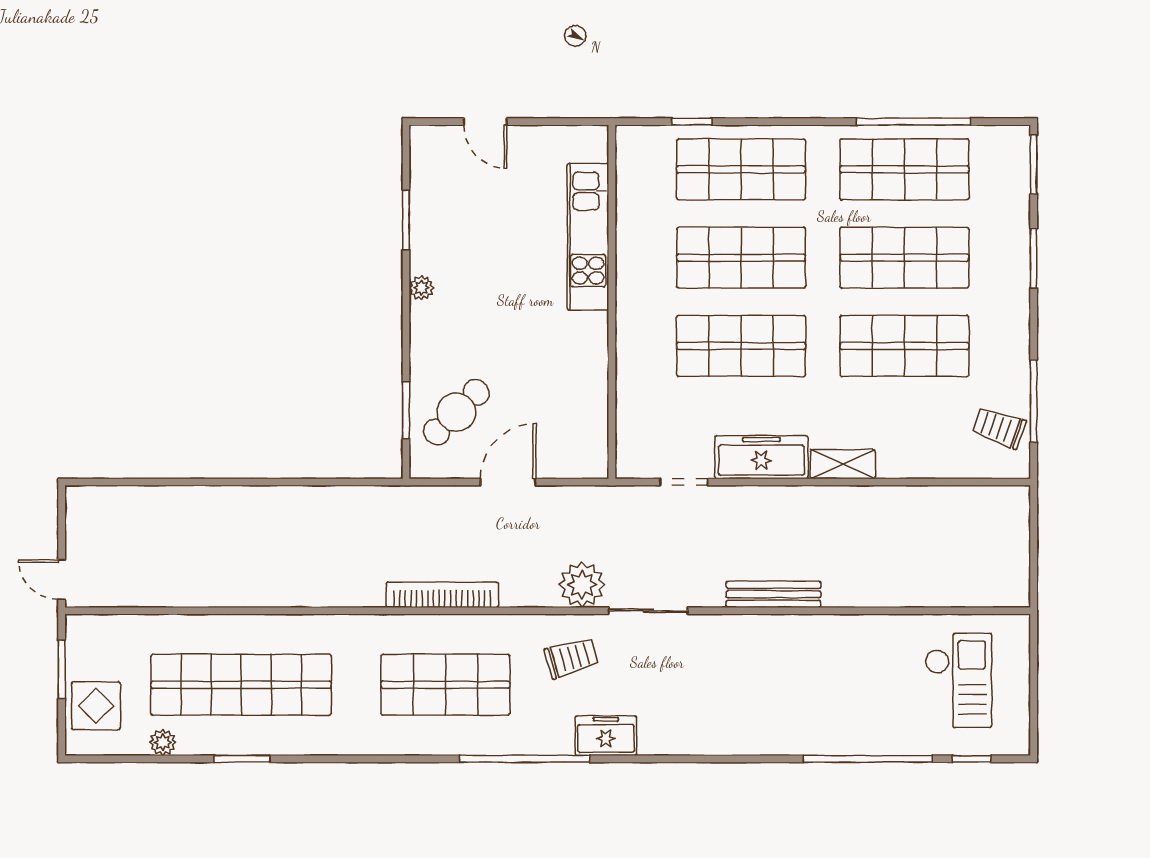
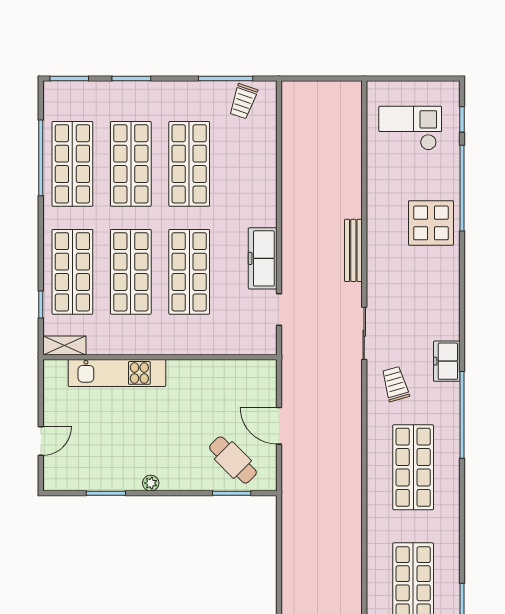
shelving: (843, 464) -> (64, 345), moved, turned 90
plant: (582, 585) -> (347, 377), removed
bookcase: (442, 595) -> (354, 469), removed
display table: (815, 712) -> (431, 223), added

